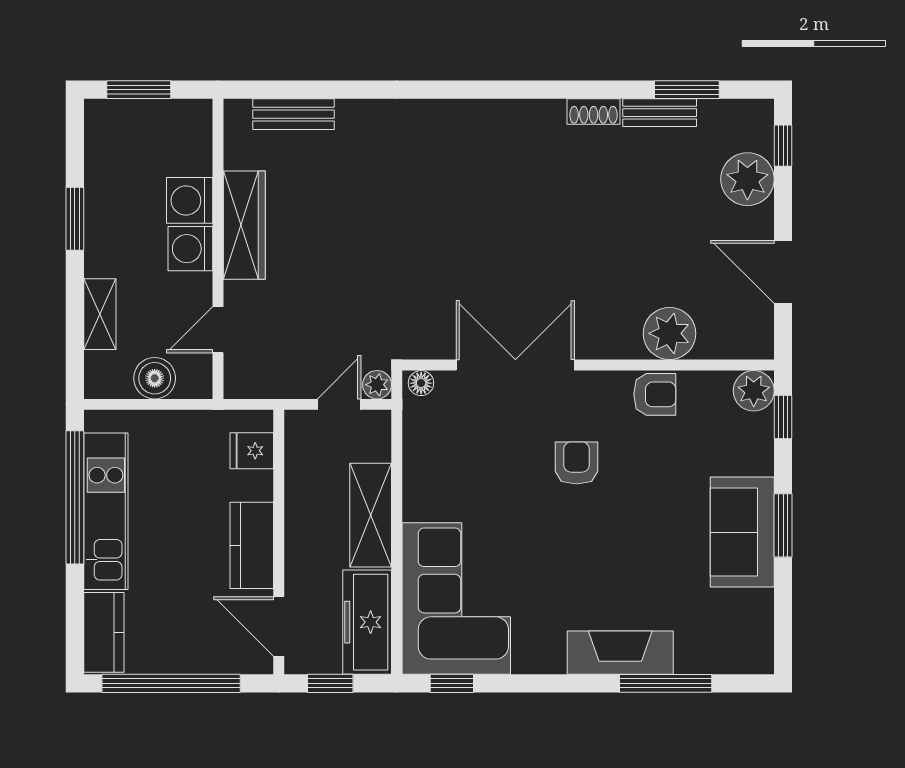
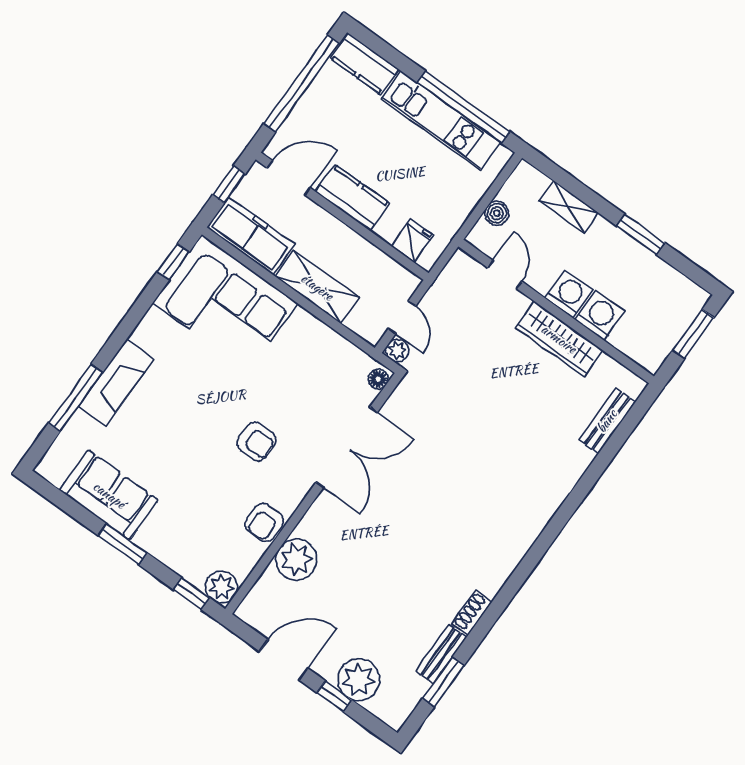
window: (783, 146) -> (334, 696), moved
boiler: (155, 378) -> (497, 213), width x0.73, depth x0.73
sofa: (742, 532) -> (109, 495), moved

